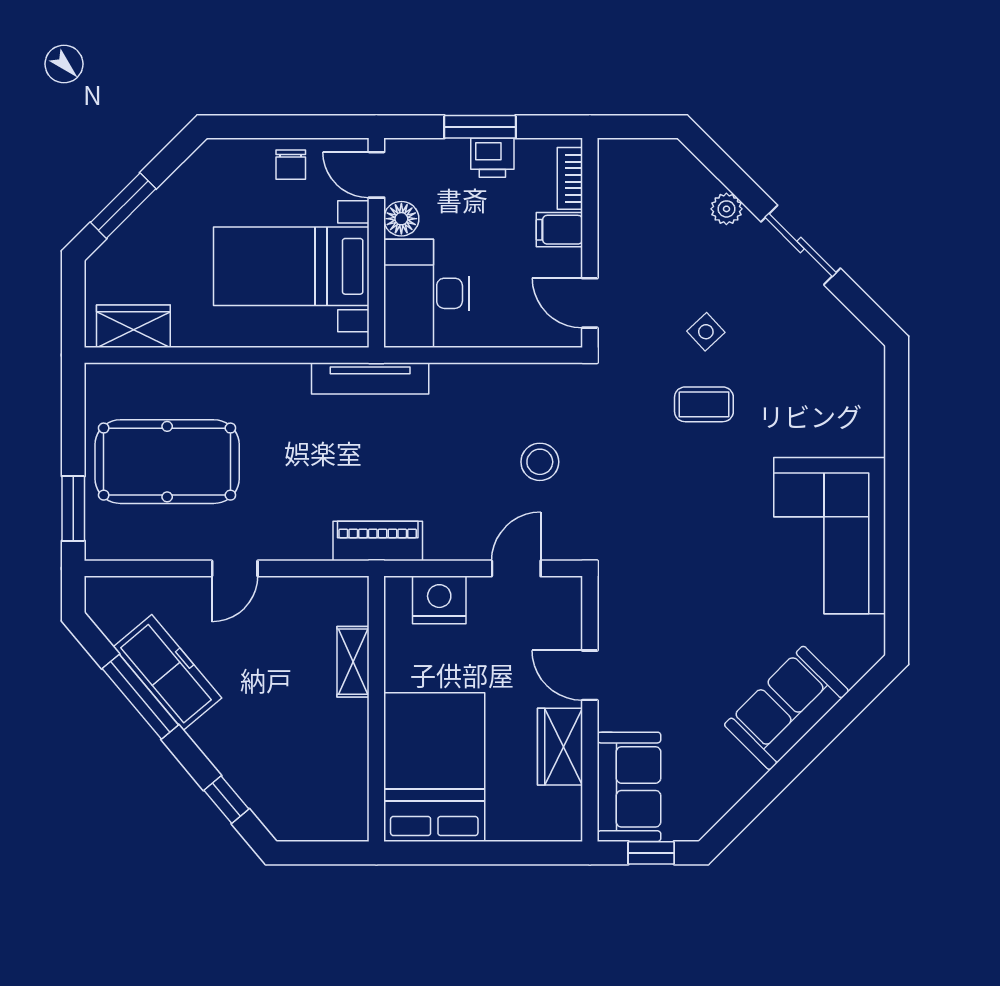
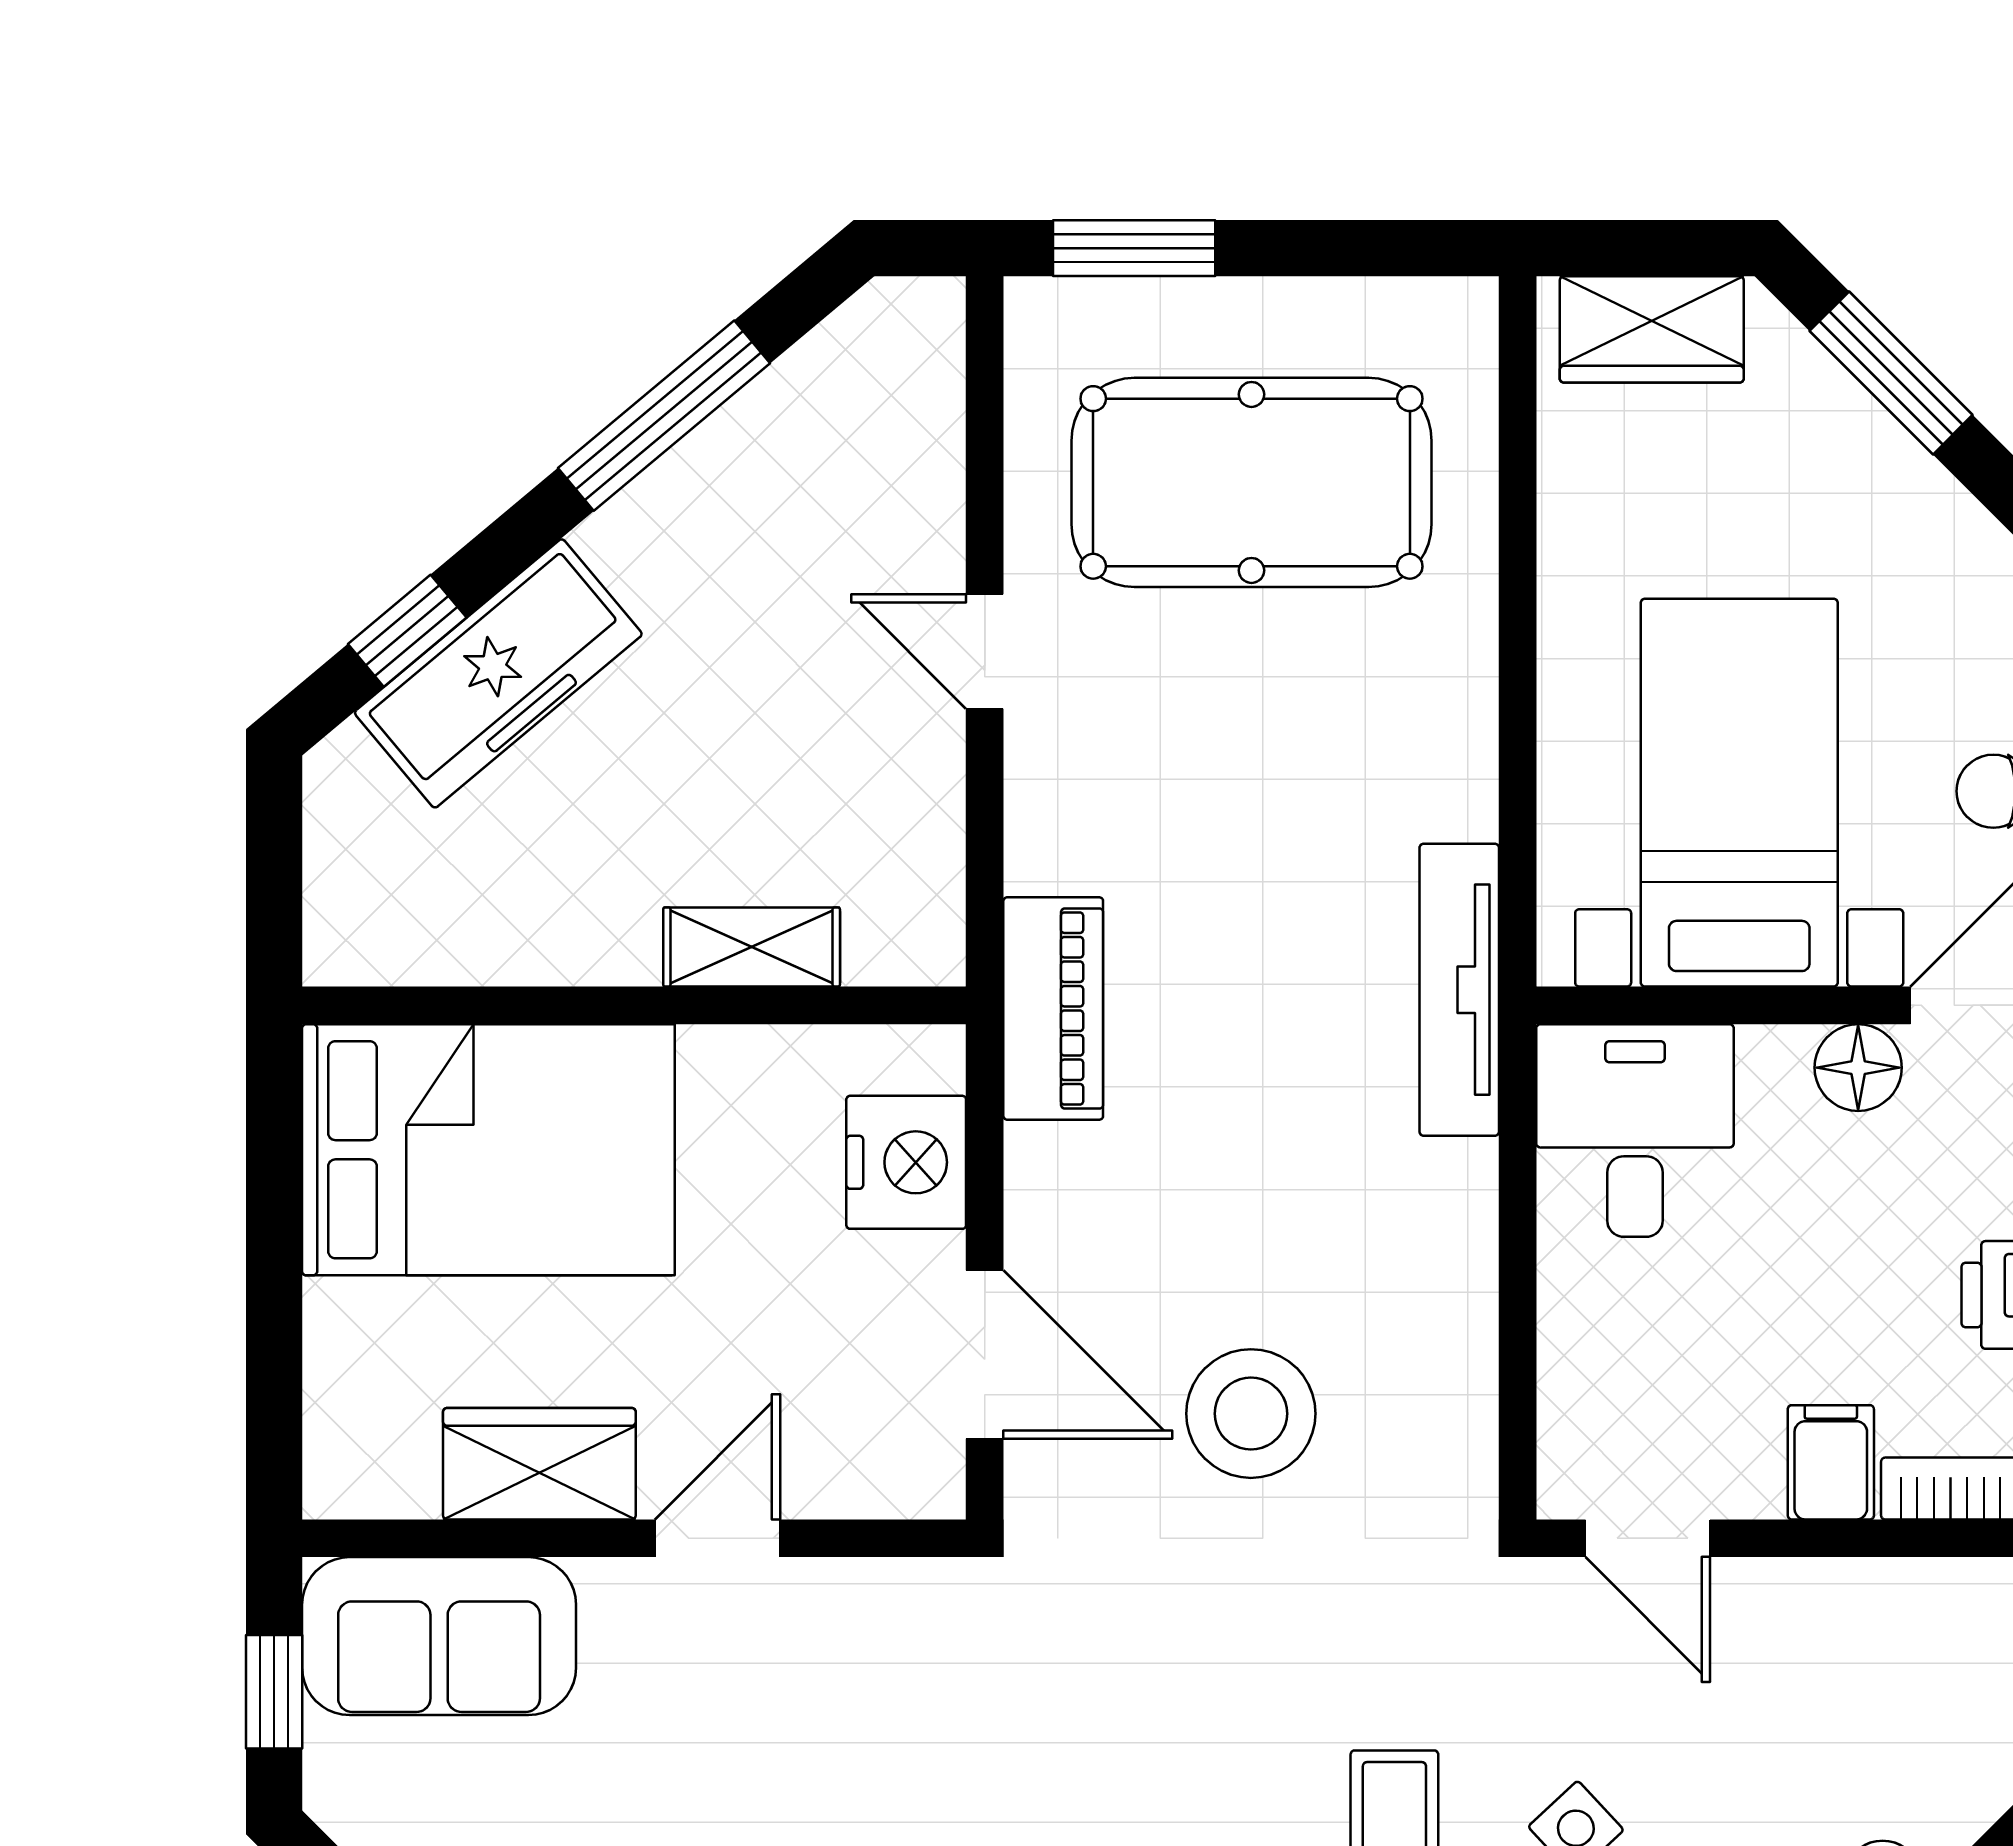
desk: (427, 293) -> (1635, 1131), width x0.73
door: (590, 303) -> (1648, 1538), swing flipped
wardrobe: (133, 326) -> (1652, 329), moved, turned 90
pool table: (167, 462) -> (1252, 482), turned 90
stool: (540, 462) -> (1251, 1414), width x1.38, depth x1.38
door: (516, 568) -> (985, 1354), width x1.38
freezer: (168, 672) -> (498, 673), moved

